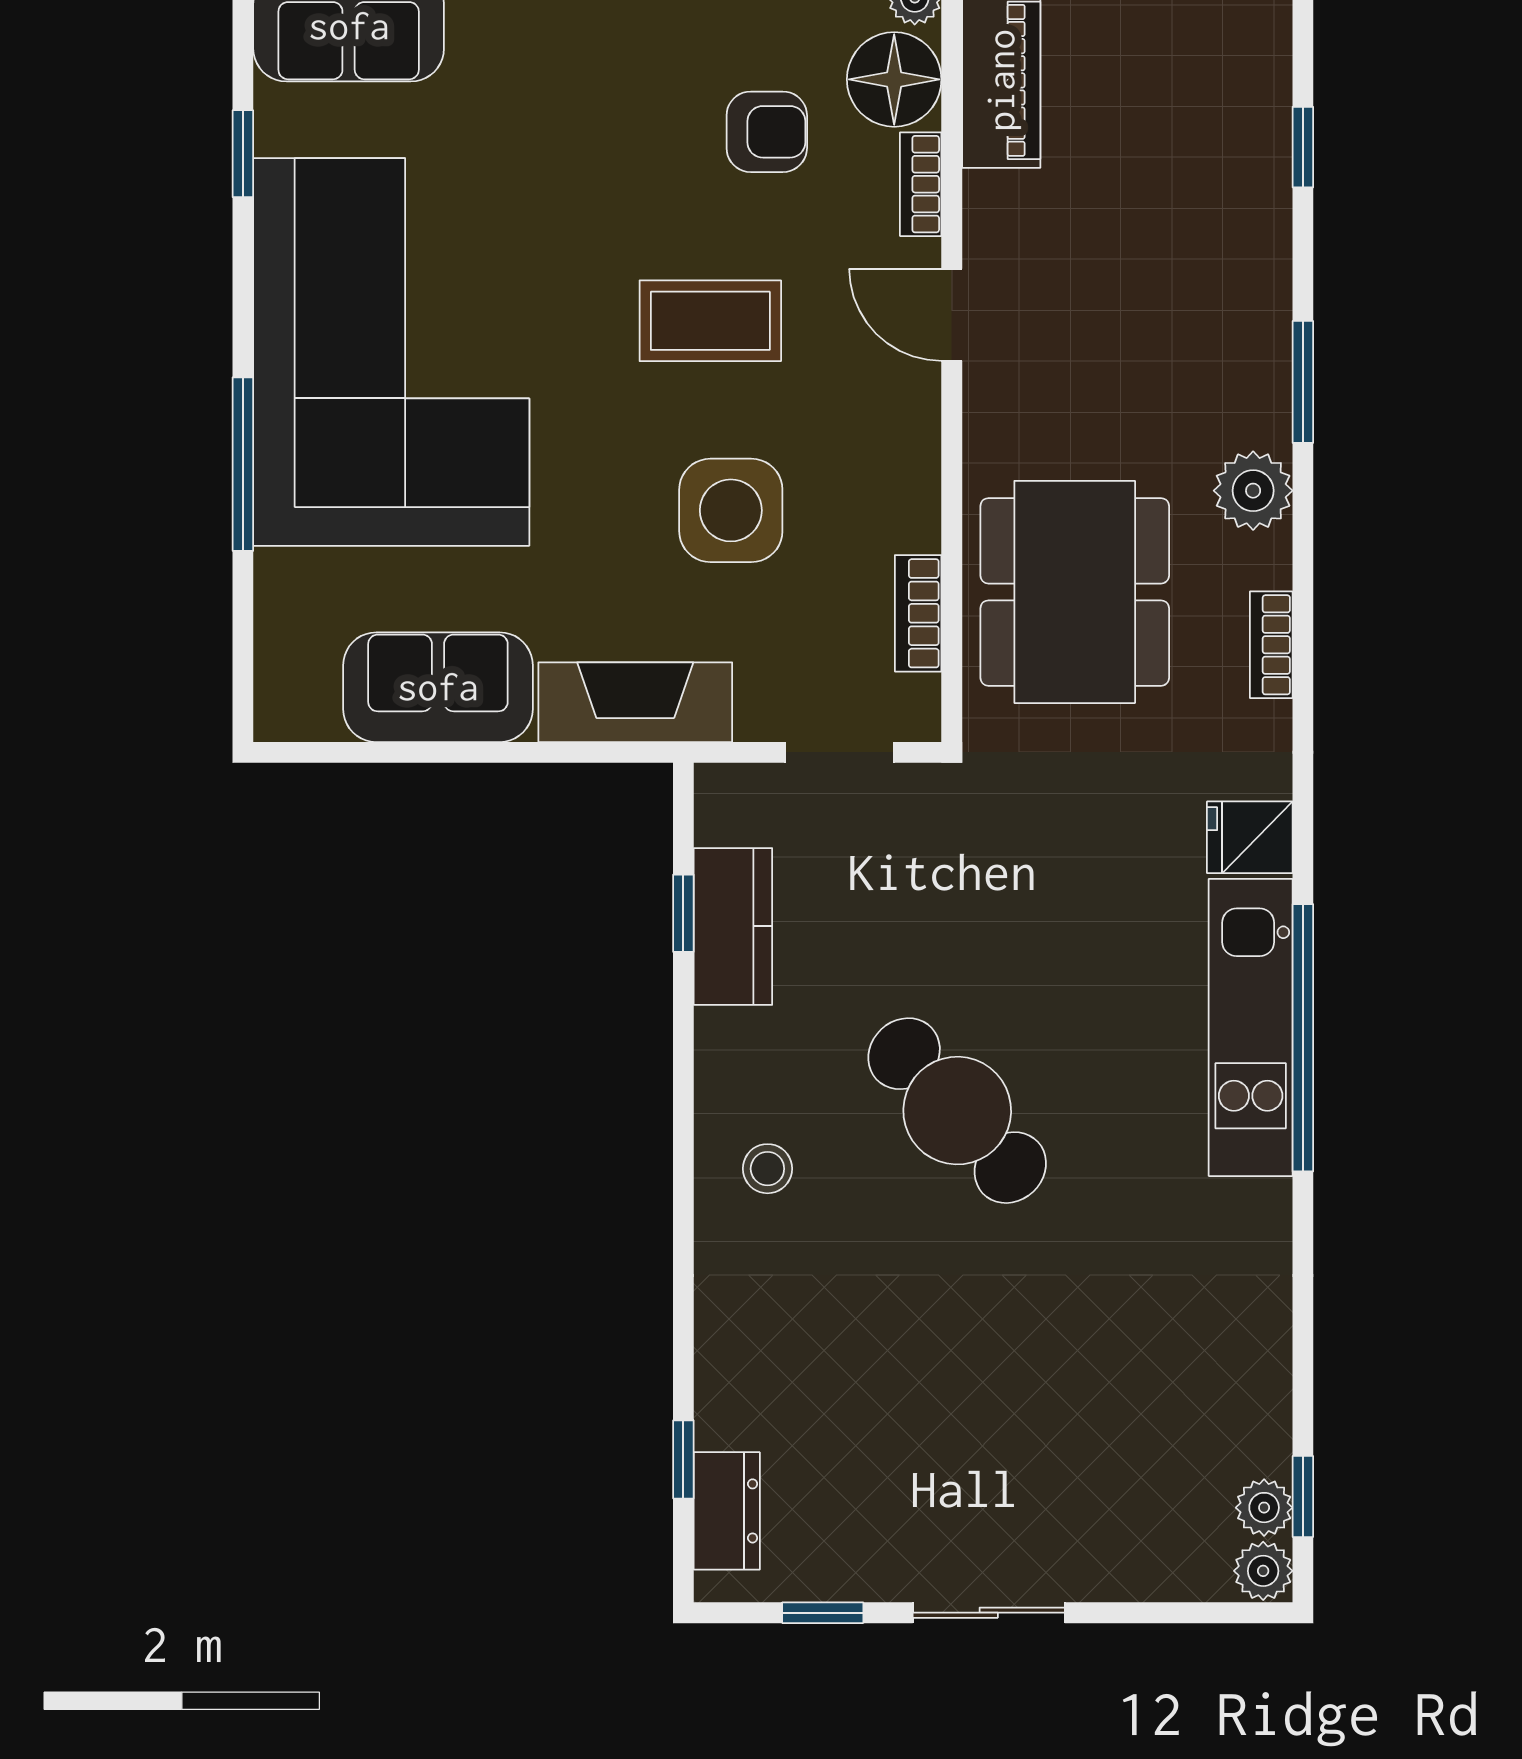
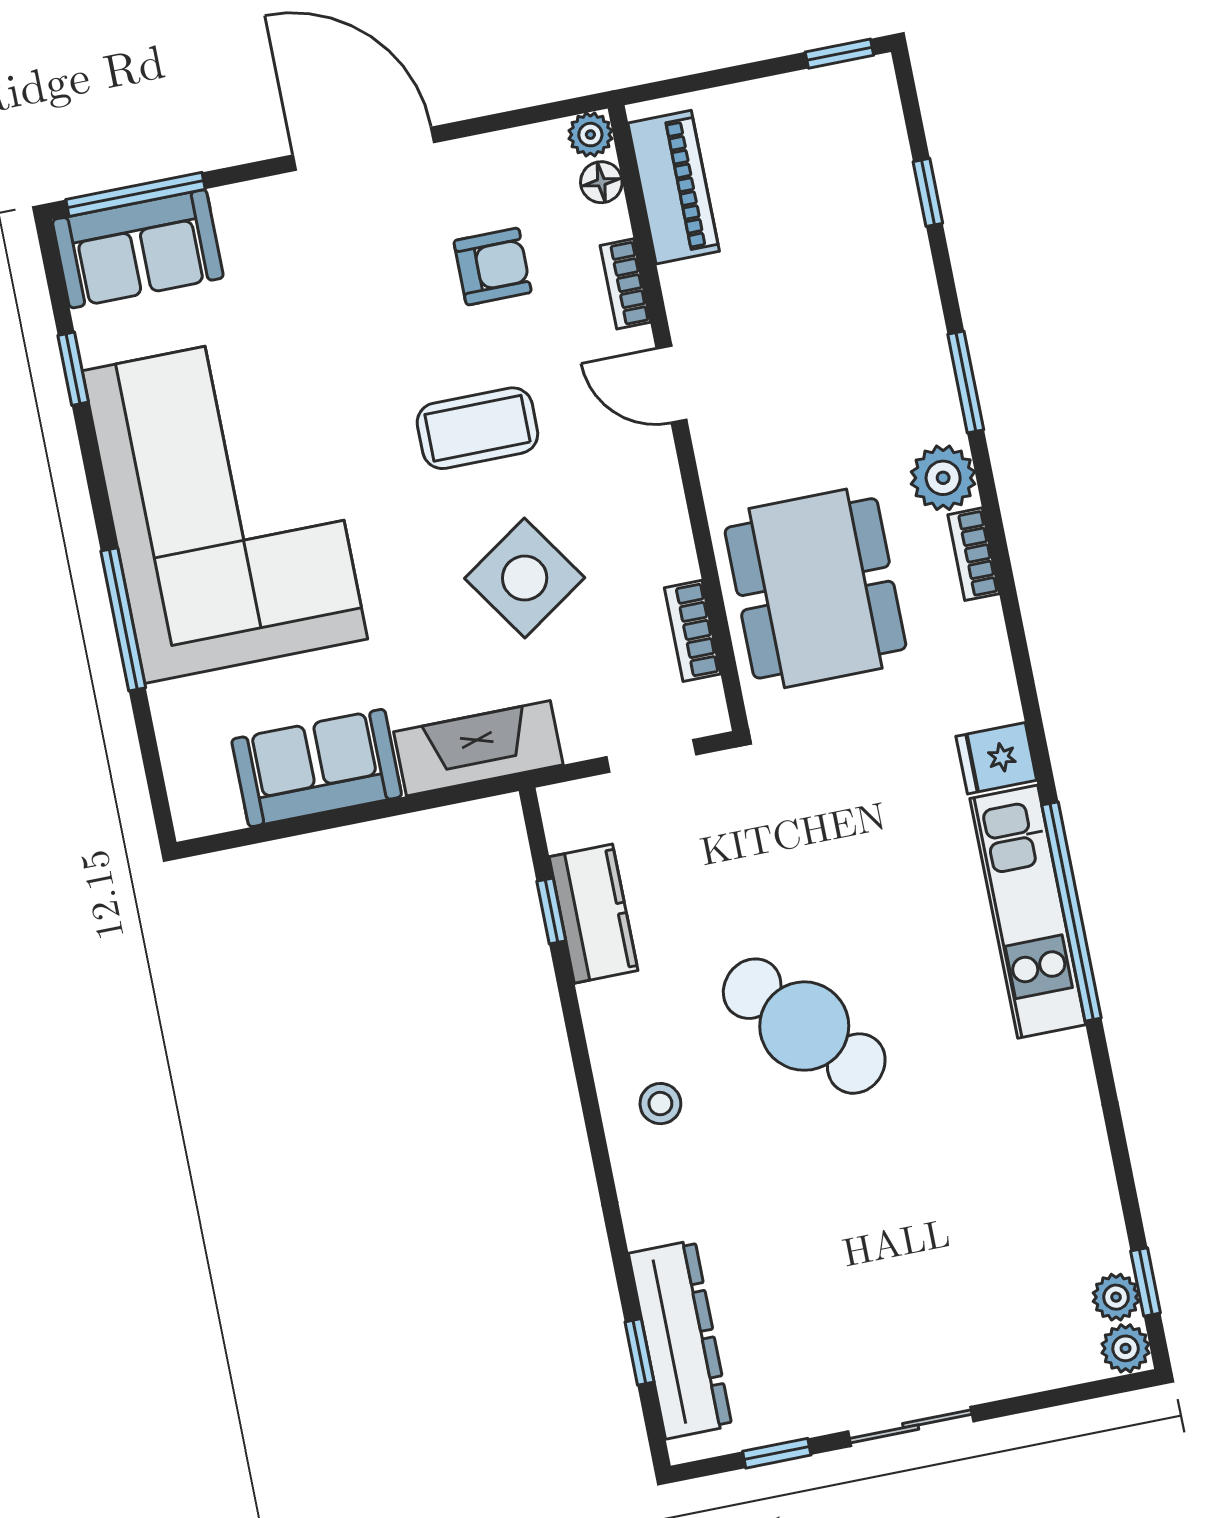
floor lamp: (894, 79) -> (601, 182), width x0.53, depth x0.53
side table: (731, 510) -> (525, 578), turned -34
bookcase: (1271, 645) -> (974, 554), moved
dresser: (727, 1511) -> (680, 1340), width x1.96, depth x1.24

